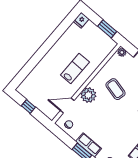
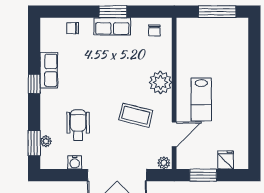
fridge: (81, 20) -> (226, 160), moved
door: (67, 106) -> (174, 134), moved
window: (28, 107) -> (217, 12), width x2.17

